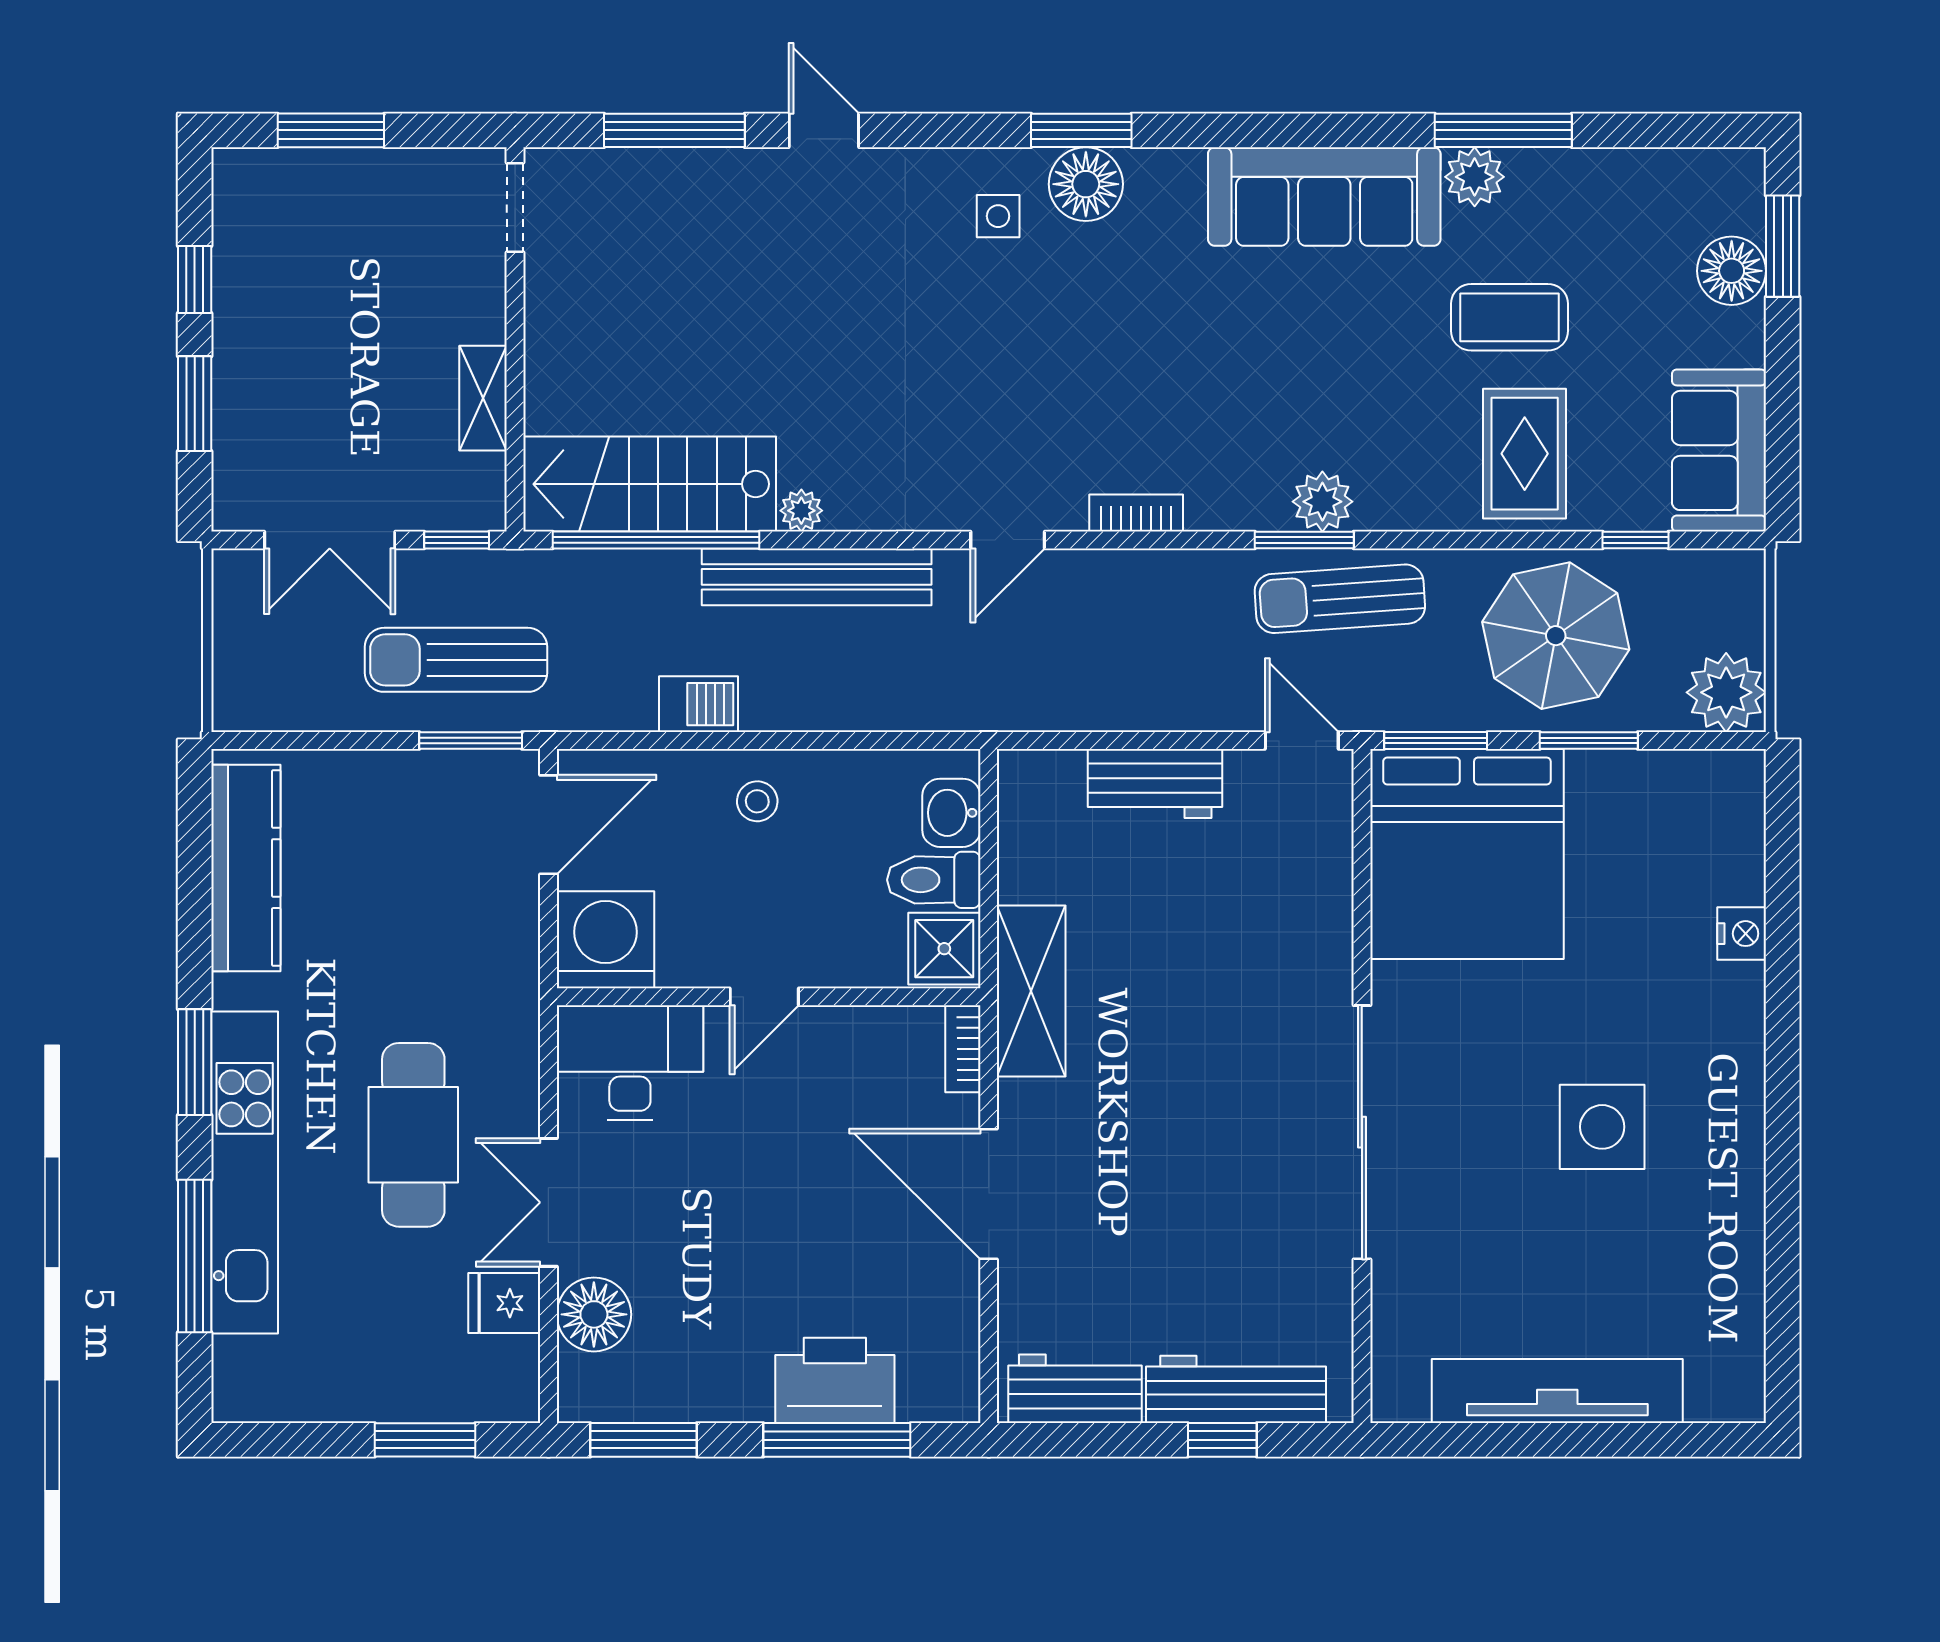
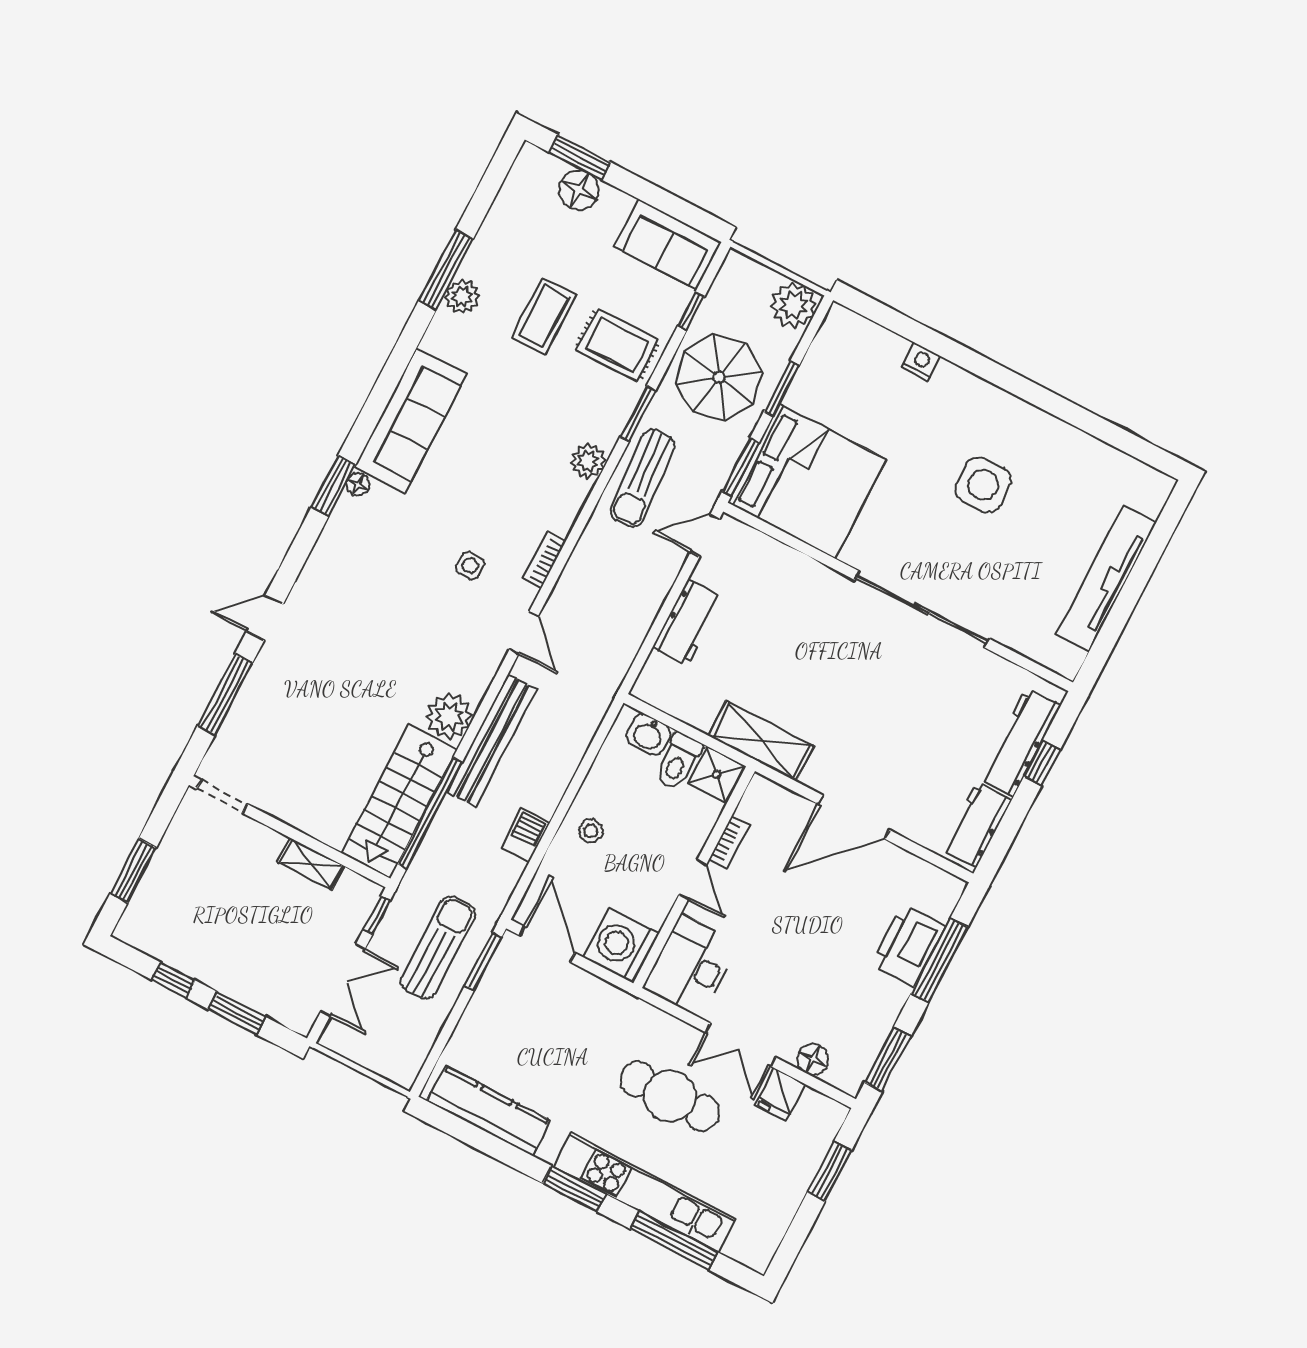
floor lamp: (1086, 184) -> (358, 484), width x0.53, depth x0.53
sofa: (1324, 197) -> (411, 420), moved
side table: (998, 216) -> (470, 566), moved
plant: (801, 511) -> (449, 716), width x1.88, depth x1.88
window: (1304, 540) -> (638, 414), moved
sun lounger: (456, 660) -> (438, 948), turned 180
bookcase: (963, 1049) -> (729, 842), moved, turned -90
floor lamp: (594, 1314) -> (813, 1059), width x0.73, depth x0.73

